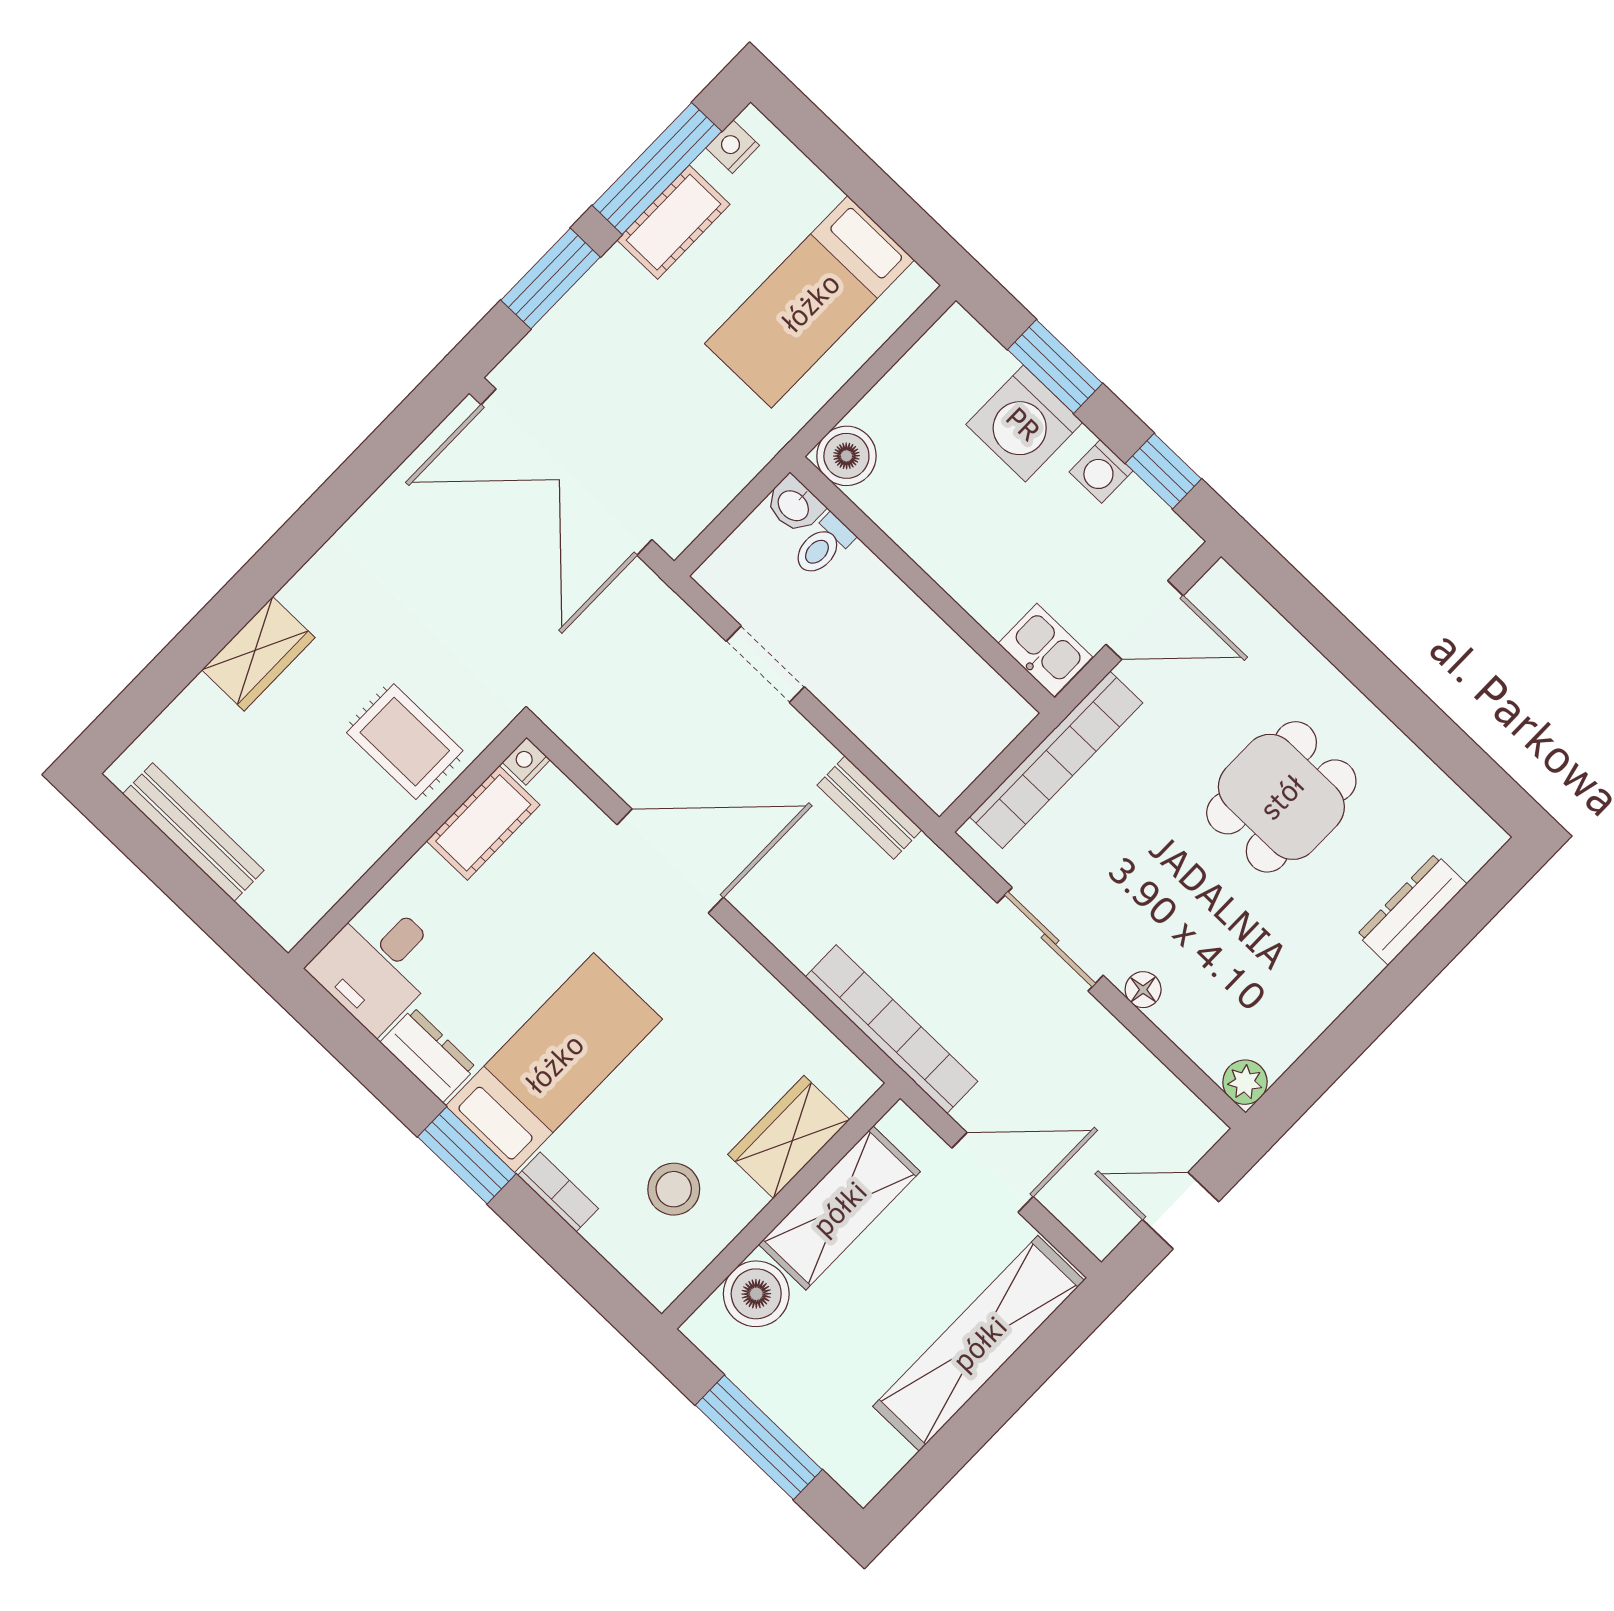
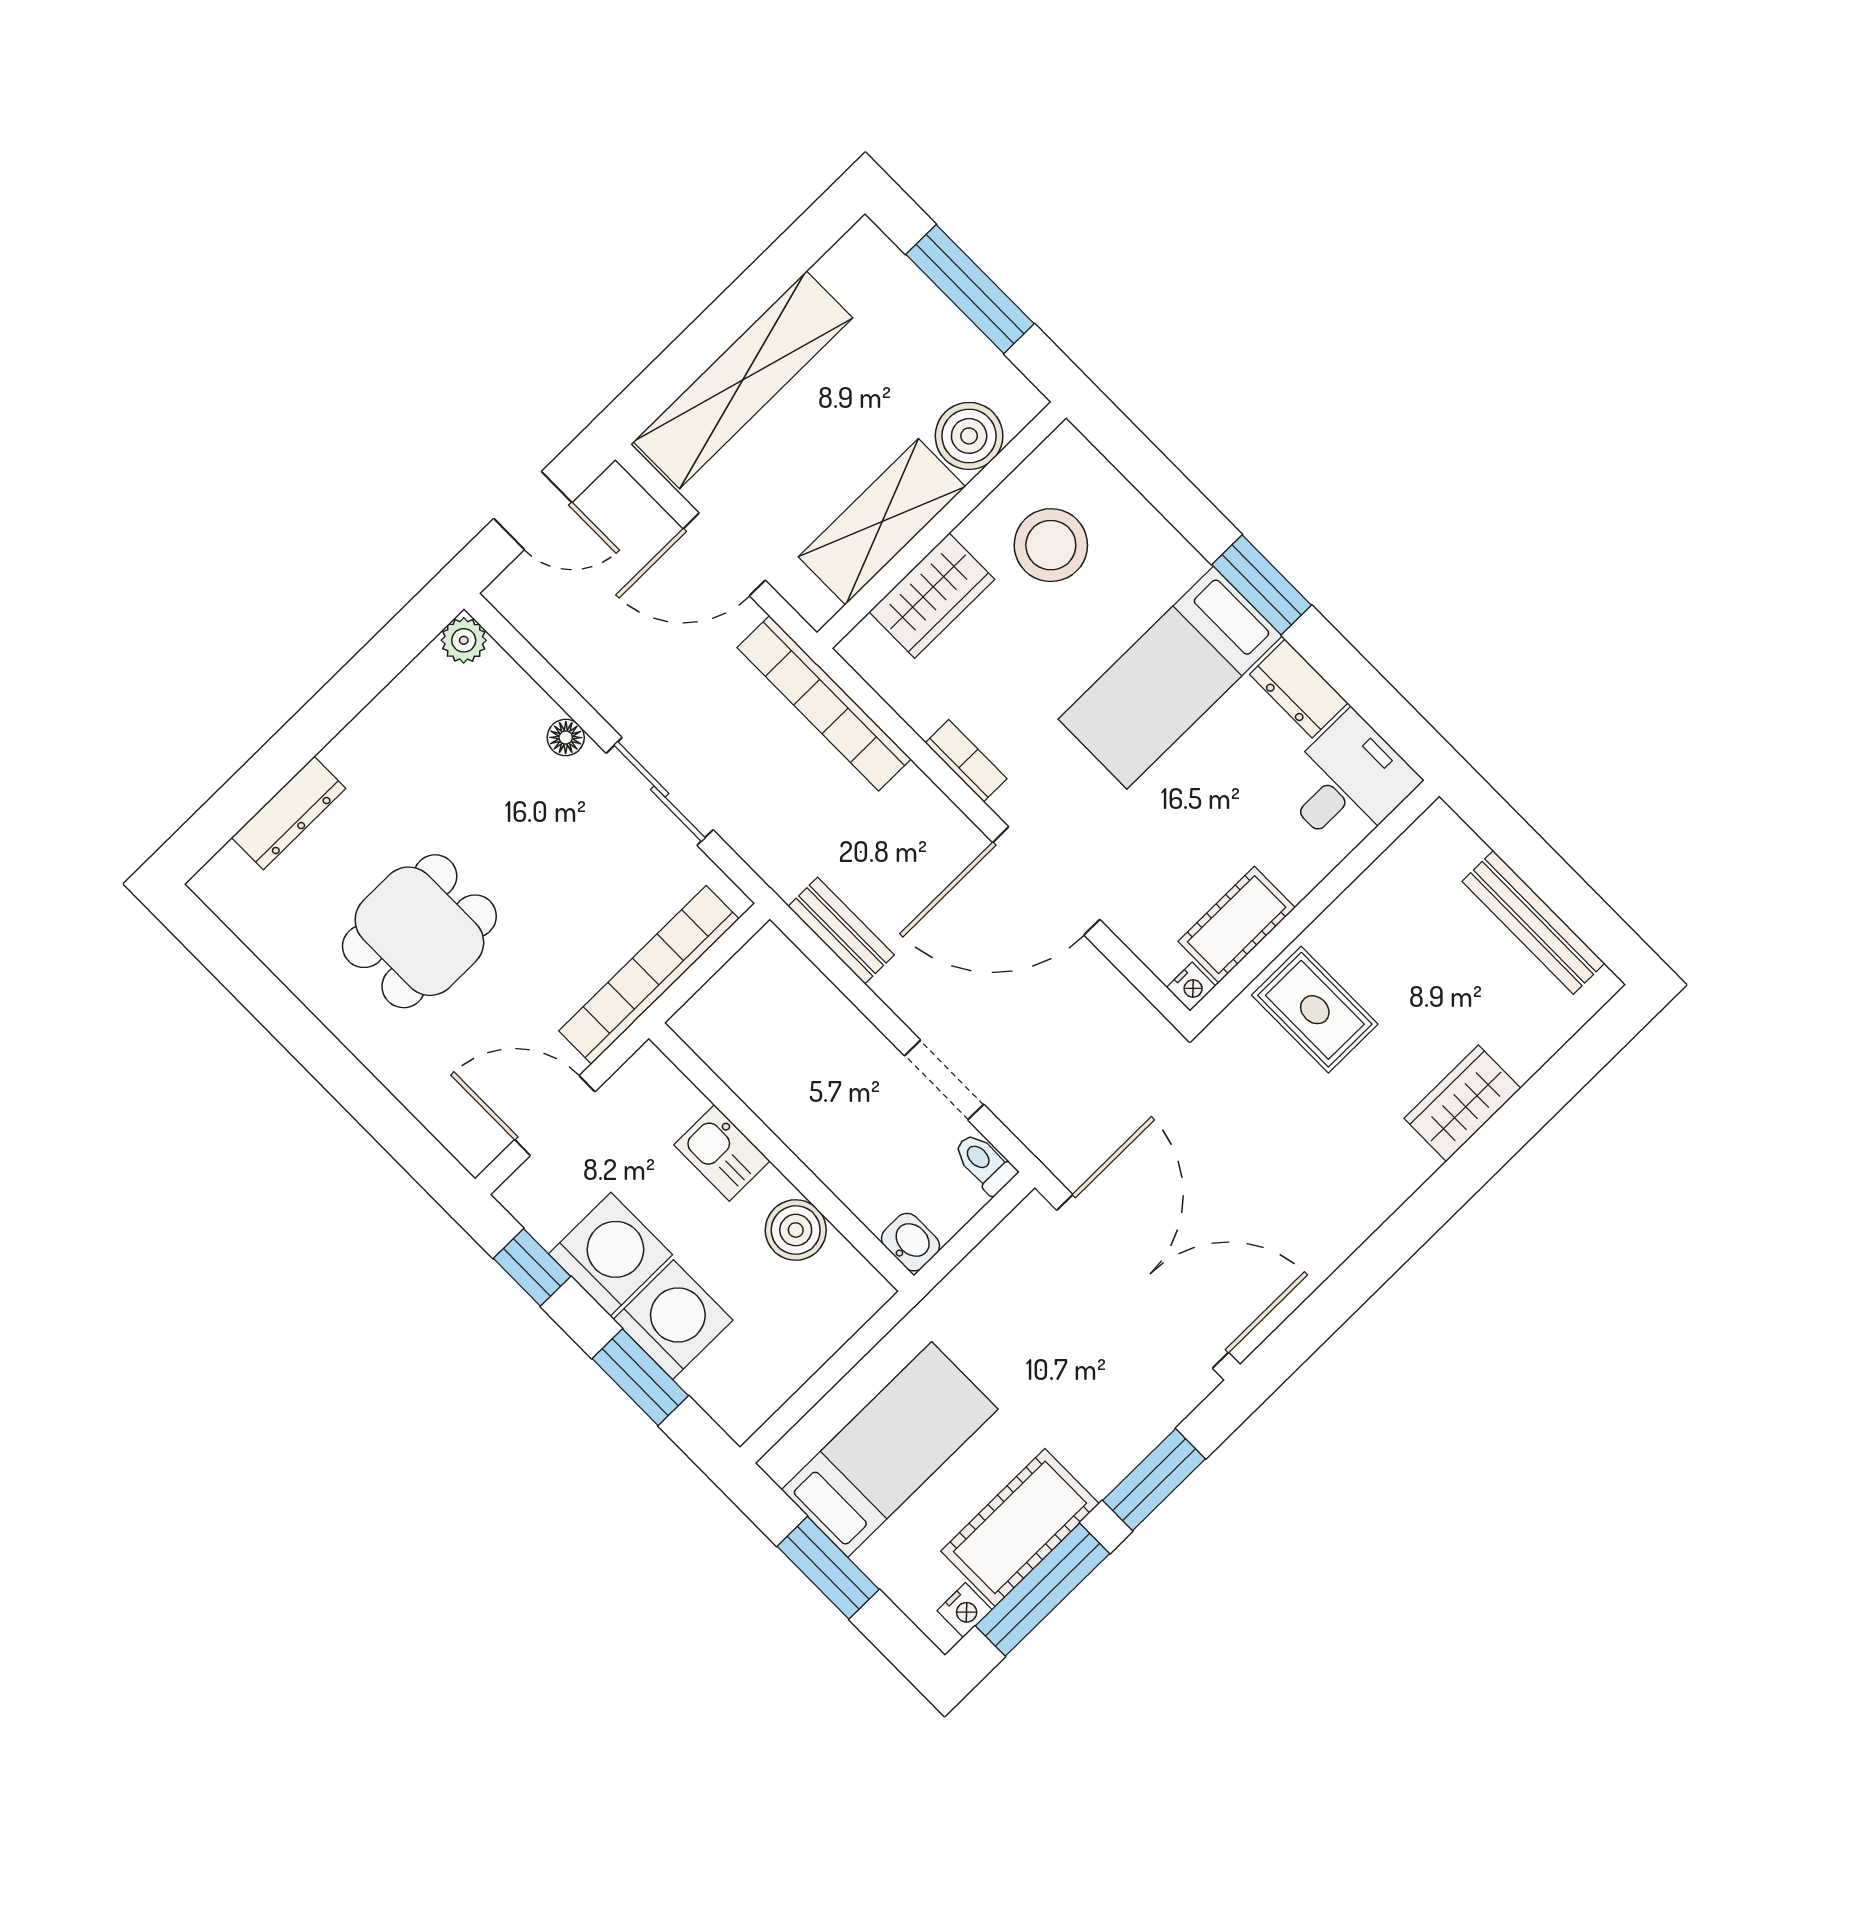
window: (867, 185) -> (828, 1568), added
cot: (673, 222) -> (1020, 1527), width x1.37, depth x1.34
boiler: (846, 456) -> (796, 1230), moved
washing machine: (1101, 471) -> (610, 1254), width x1.89, depth x1.89
toilet: (823, 546) -> (984, 1163), moved, turned -90
kitchen sink: (1045, 650) -> (722, 1153), moved
stool: (674, 1189) -> (1051, 545), width x1.38, depth x1.38
bookcase: (558, 1192) -> (966, 761), moved, turned 180

